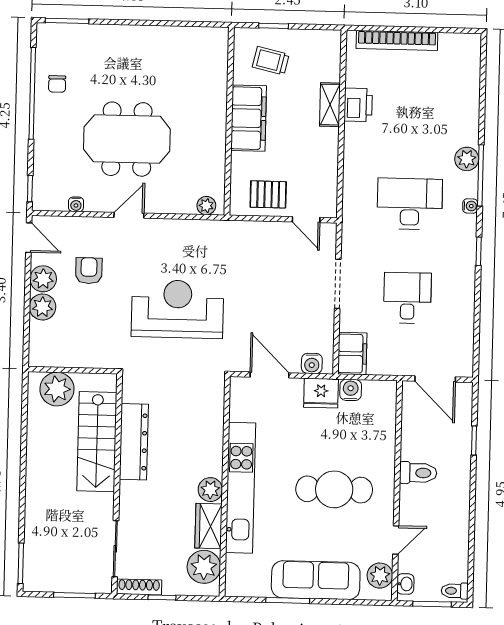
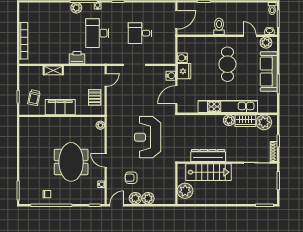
printer: (358, 105) -> (77, 58), moved
filing cabinet: (352, 354) -> (166, 57), removed

